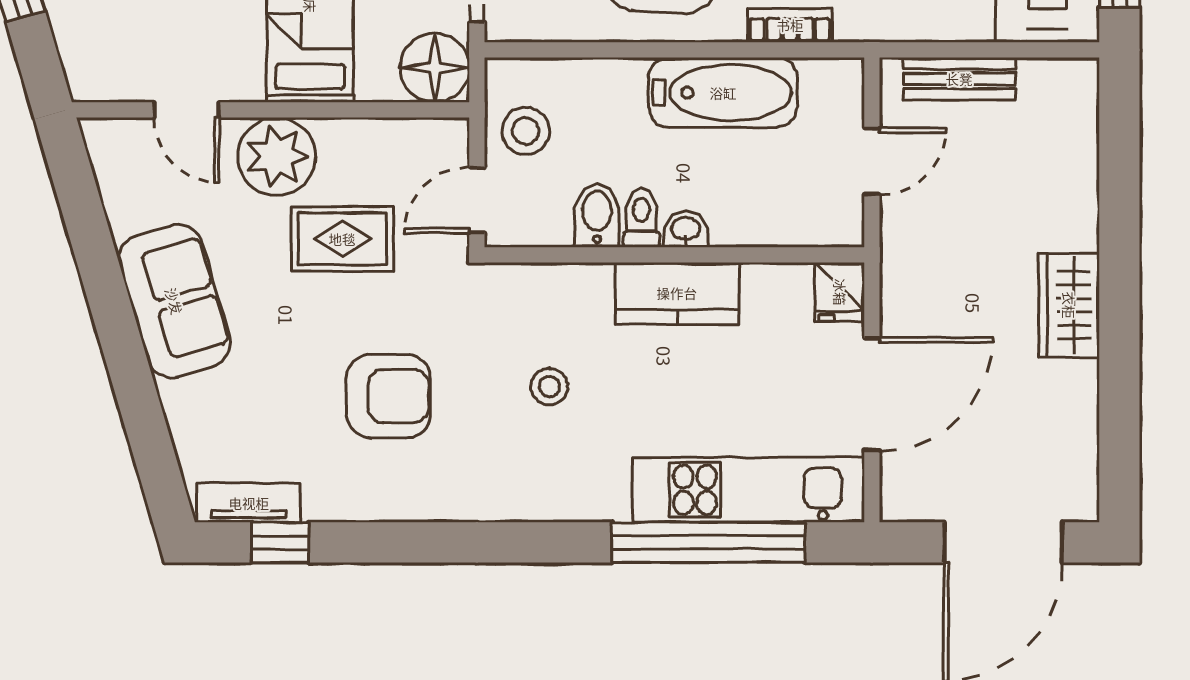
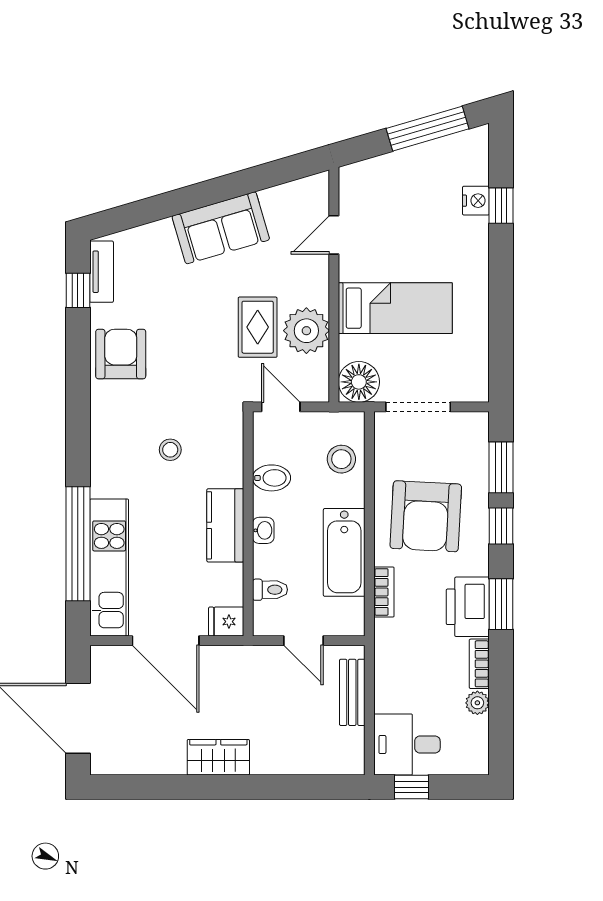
stool: (526, 131) -> (341, 459), moved
plant: (277, 156) -> (306, 331), moved
toilet: (641, 218) -> (270, 590), moved
armchair: (388, 396) -> (121, 354), moved, turned 180

